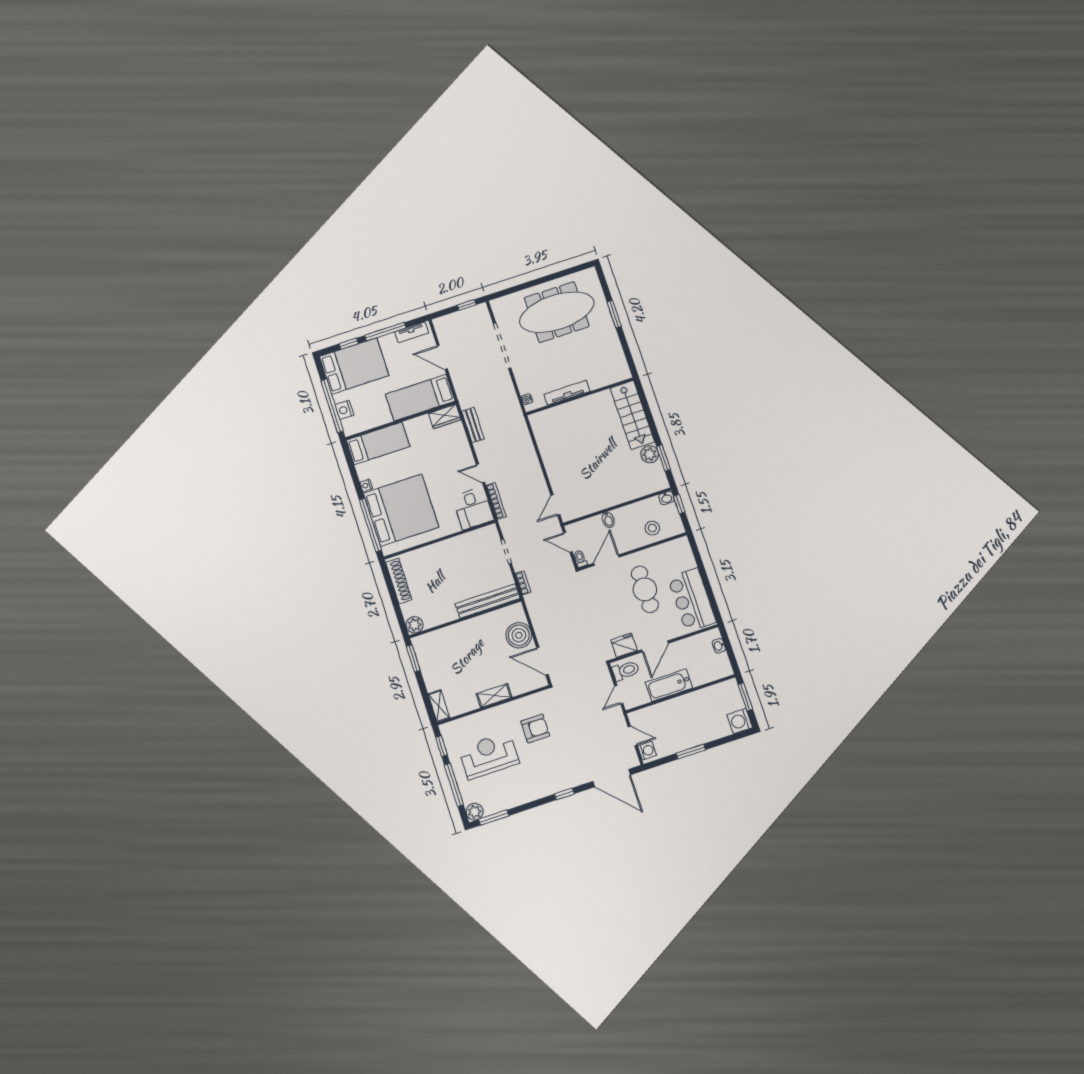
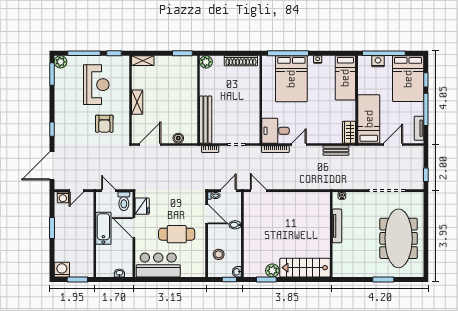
bed: (401, 510) -> (291, 79), width x0.73
boiler: (519, 635) -> (178, 138), width x0.54, depth x0.54

